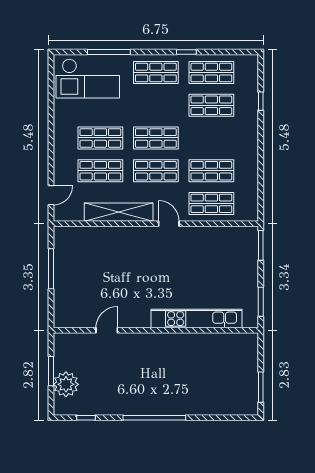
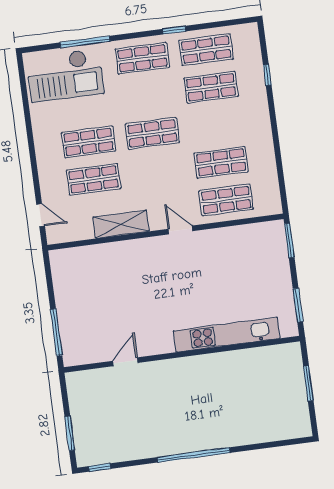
shop shelf: (156, 171) -> (157, 171), removed
door: (51, 195) -> (41, 215), hinge flipped
shelving: (119, 212) -> (121, 224), width x0.68
window: (51, 269) -> (56, 332), moved
window: (51, 371) -> (70, 433), moved
plant: (66, 384) -> (87, 430), removed
window: (261, 387) -> (308, 383), moved
window: (86, 418) -> (100, 468), moved

